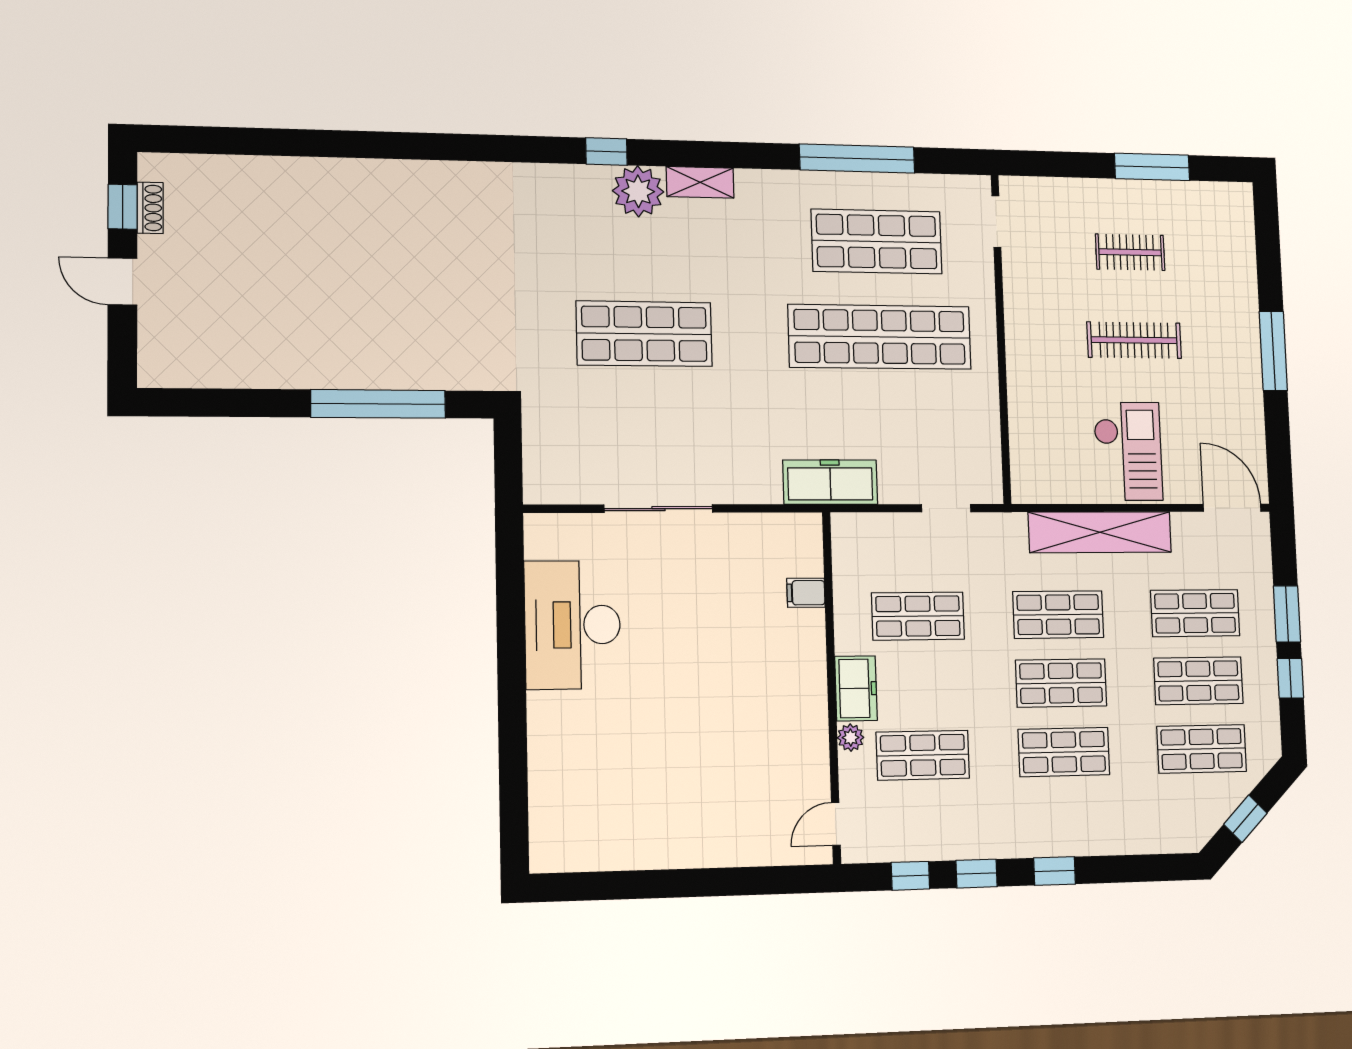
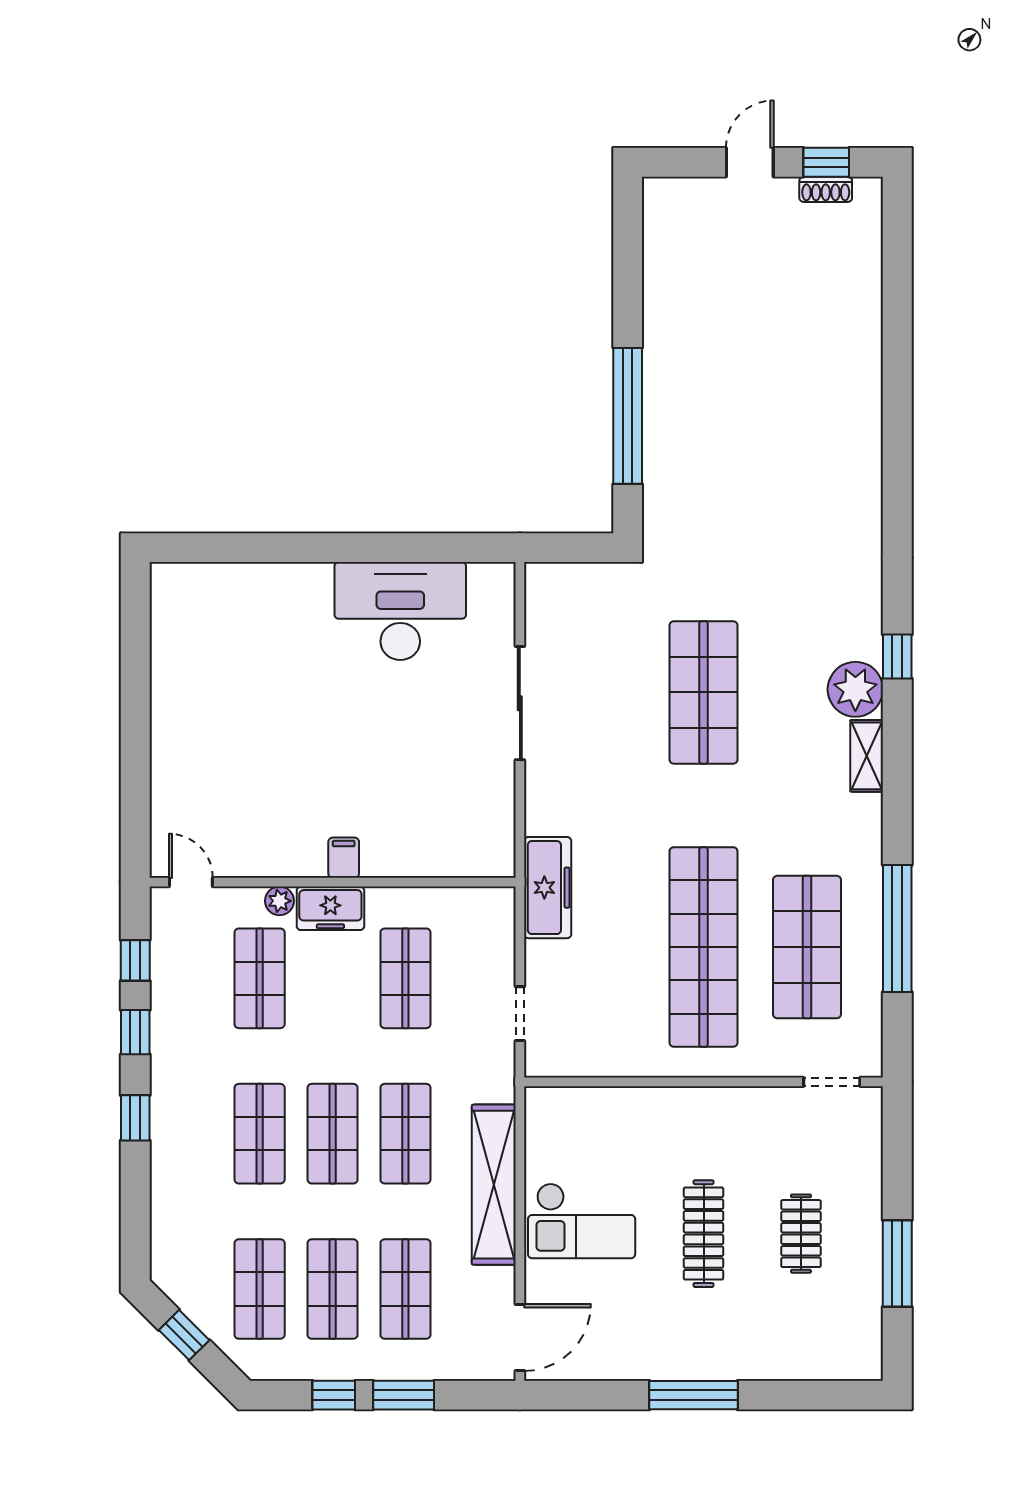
filing cabinet: (806, 593) -> (344, 858), moved

